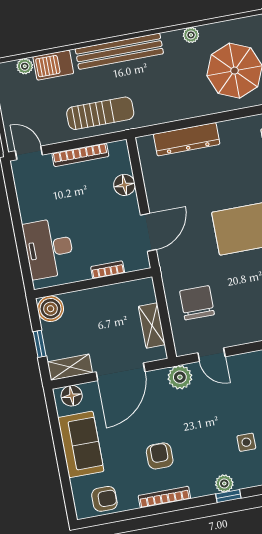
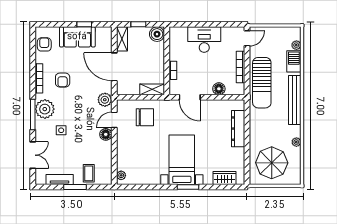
sun lounger: (100, 113) -> (262, 83), width x1.36, depth x1.34
desk: (49, 248) -> (204, 40), moved
shelving: (152, 325) -> (152, 89), moved
floor lamp: (72, 396) -> (106, 134), moved
window: (57, 437) -> (84, 24), added
armchair: (160, 456) -> (63, 80), turned 90
plant: (224, 483) -> (45, 109), width x1.88, depth x1.88
window: (228, 496) -> (33, 115), width x2.17
armchair: (104, 499) -> (44, 44), turned 180

